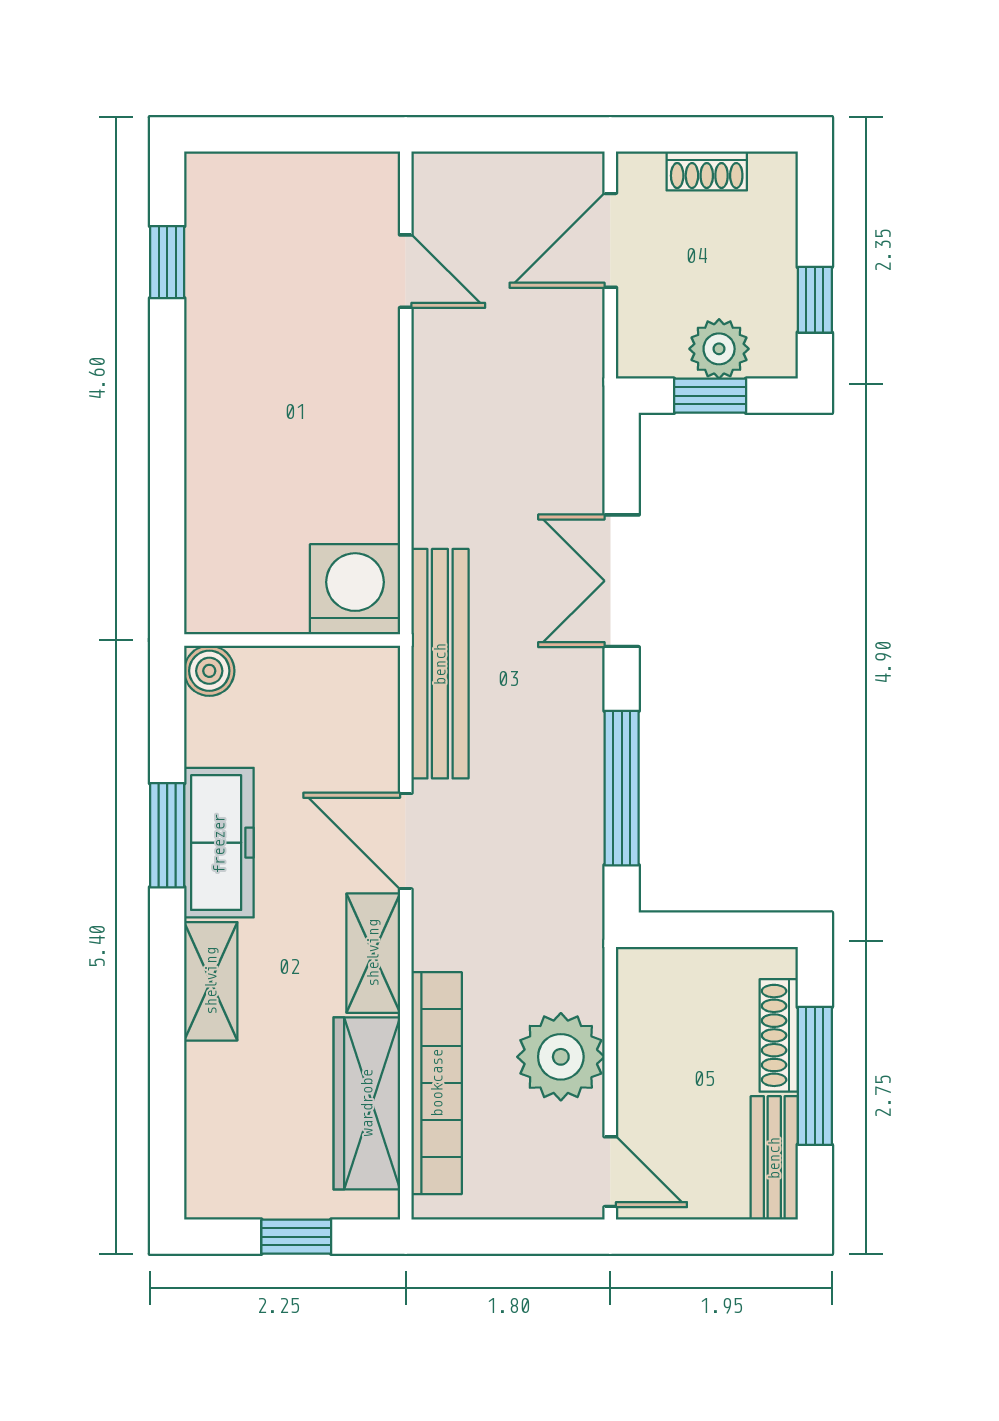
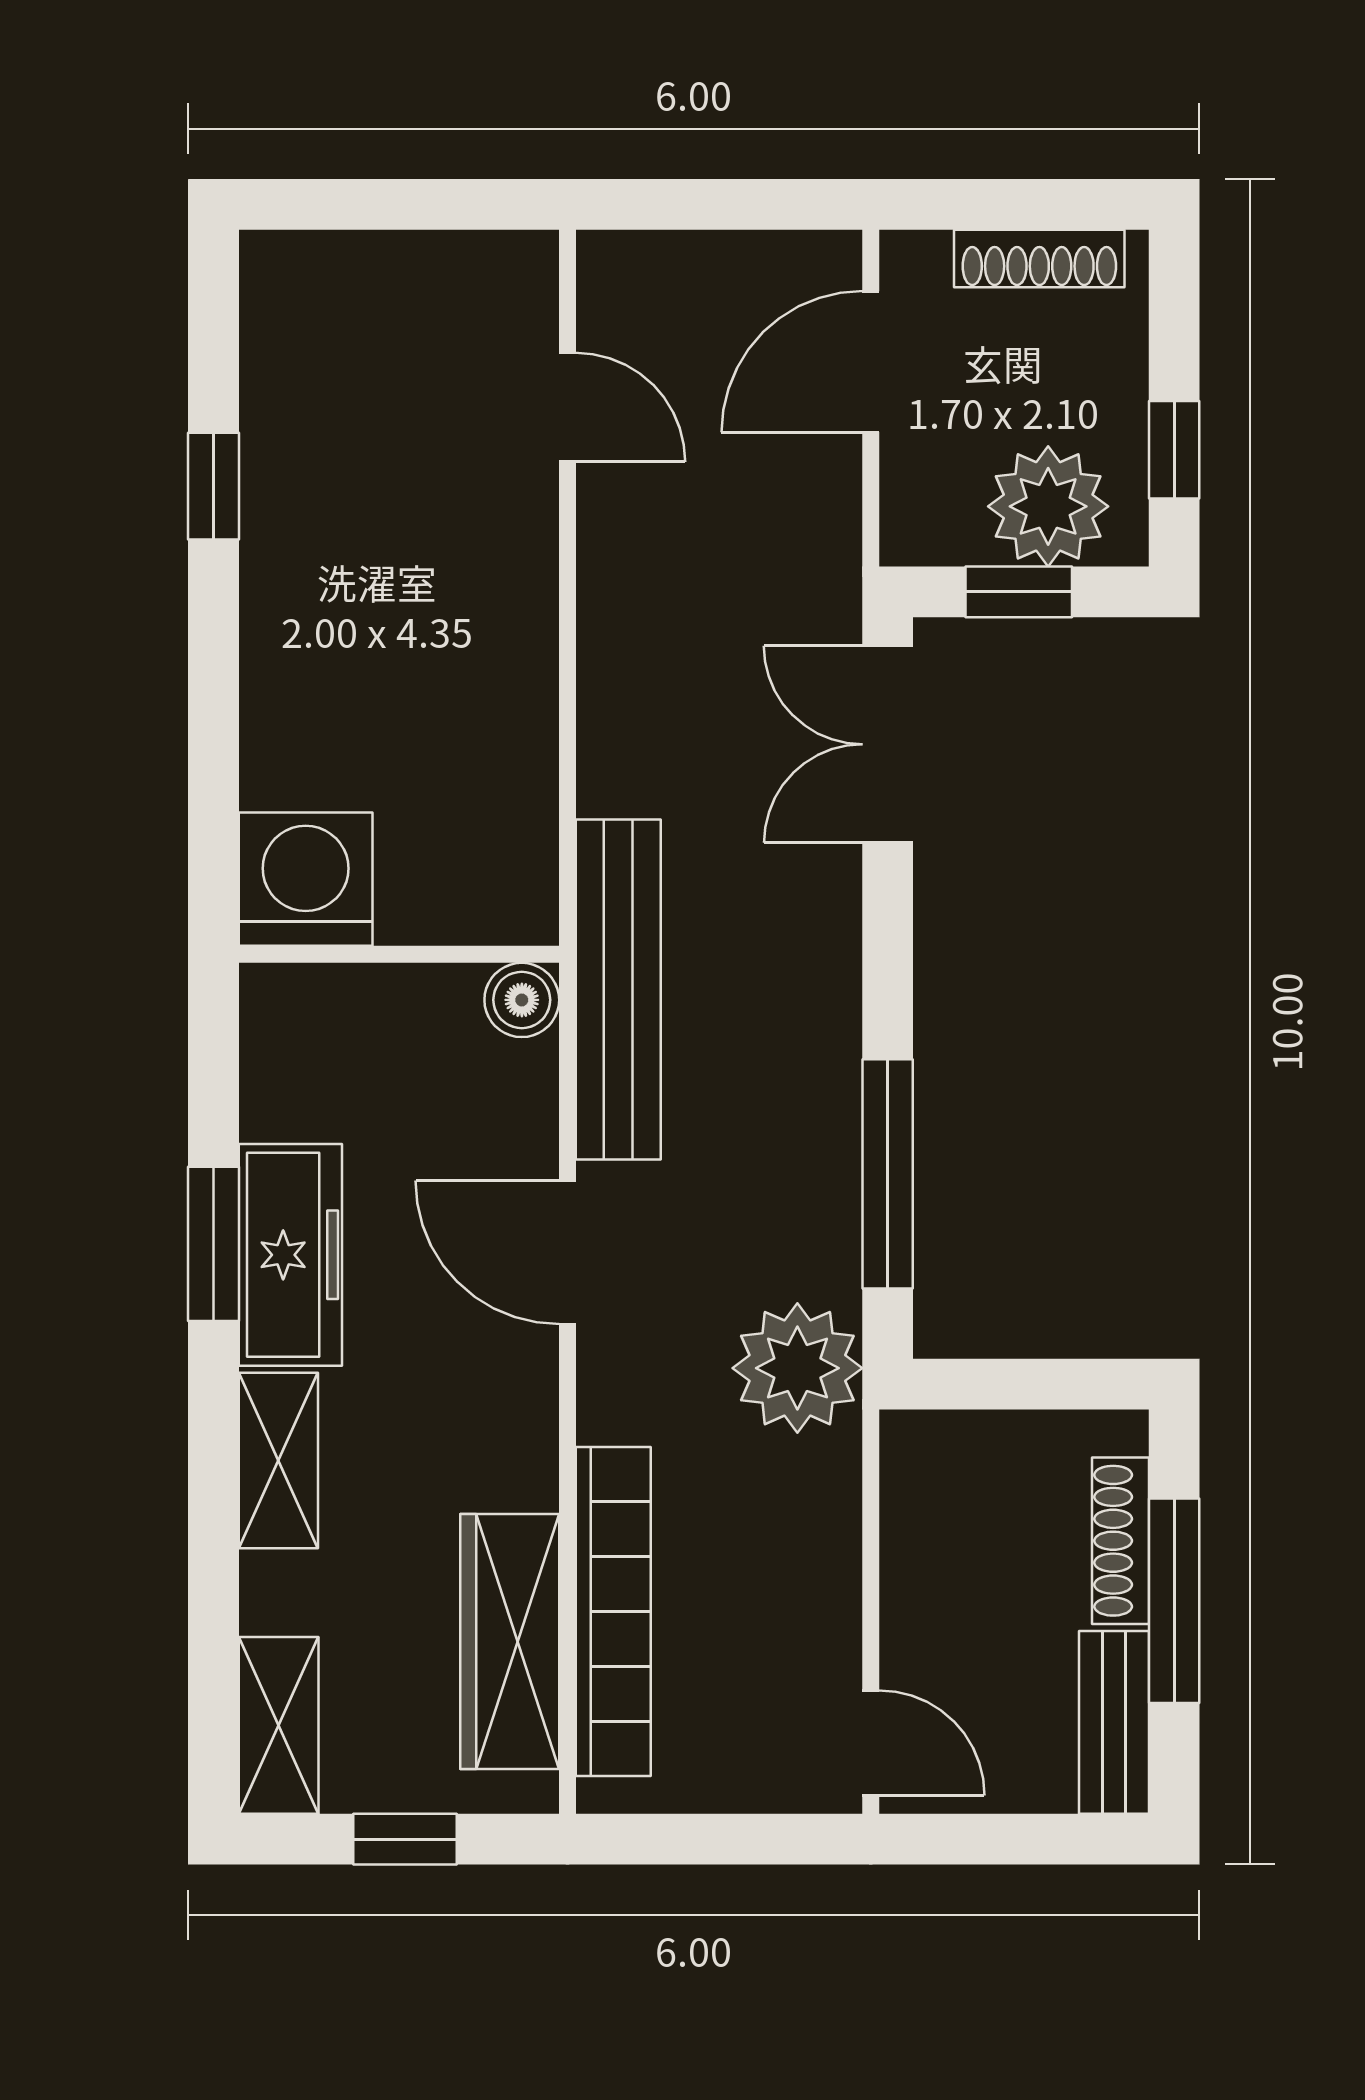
shoe rack: (707, 171) -> (1039, 259), width x1.43
window: (167, 262) -> (214, 486), moved
plant: (719, 349) -> (1048, 506), width x1.36, depth x1.36
double door: (622, 581) -> (888, 744), moved
washing machine: (355, 589) -> (306, 879), moved
boiler: (209, 671) -> (522, 1000), moved
shelving: (373, 953) -> (279, 1725), moved
plant: (561, 1057) -> (797, 1368), moved

